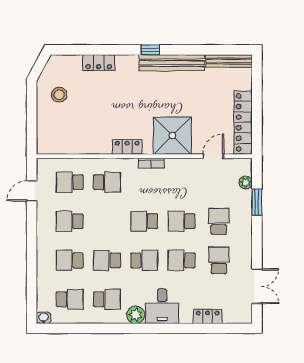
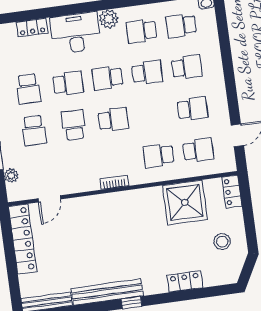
shower: (172, 136) -> (185, 203), moved
locker: (127, 147) -> (232, 192), moved, turned 90
school desk: (182, 221) -> (74, 125), turned -90
desk: (162, 306) -> (76, 33), width x1.37

